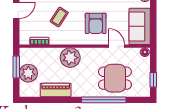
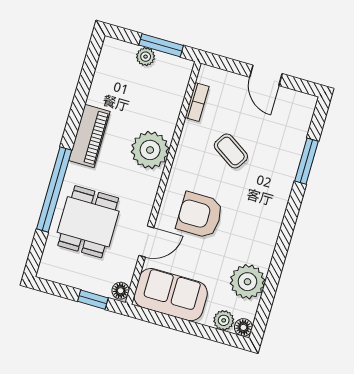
plant: (28, 73) -> (146, 57), width x0.53, depth x0.53
window: (153, 80) -> (93, 300), moved
piano: (56, 90) -> (89, 136), moved

